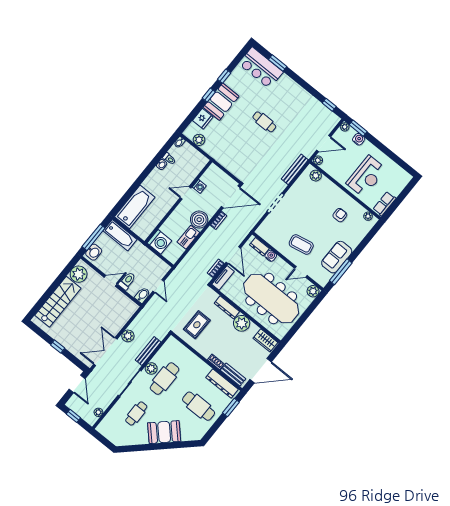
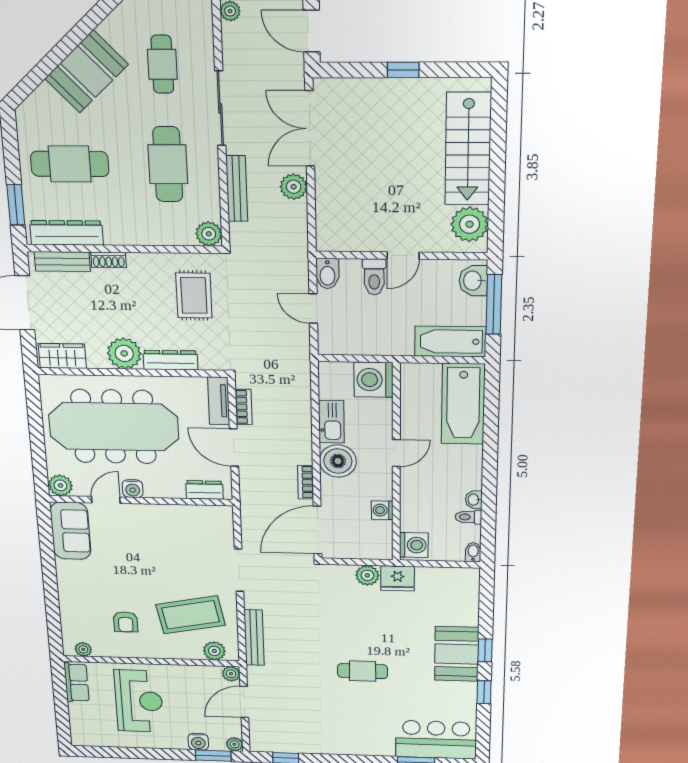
fridge: (203, 119) -> (398, 578), moved, turned -90
plant: (199, 140) -> (367, 575), moved
washing machine: (199, 163) -> (414, 545), added
reception desk: (366, 176) -> (139, 701), turned 180
door: (186, 193) -> (396, 453), moved
coffee table: (301, 244) -> (191, 615), moved, width x1.36, depth x1.32
water cooler: (271, 256) -> (133, 489), moved
sofa: (337, 257) -> (71, 531), moved
window: (341, 272) -> (47, 544), removed
double door: (105, 352) -> (310, 129), swing flipped
plant: (151, 368) -> (209, 234), moved

